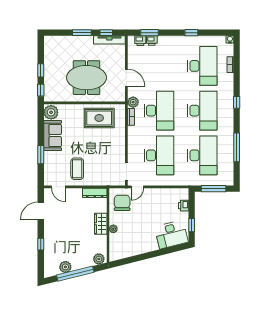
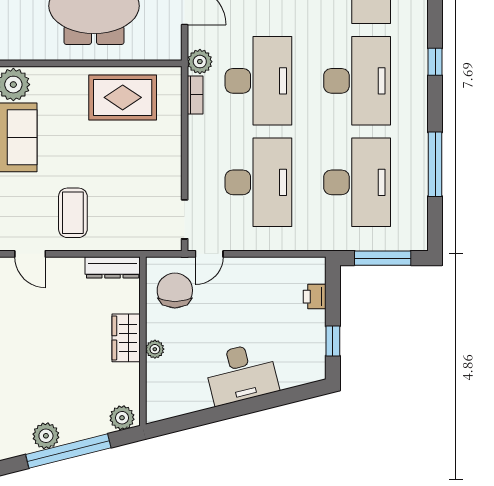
desk: (171, 234) -> (241, 373), moved

